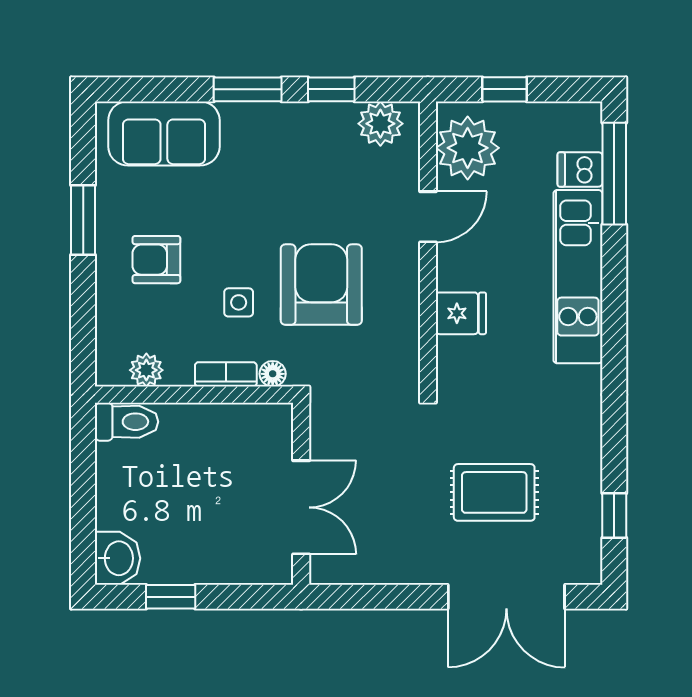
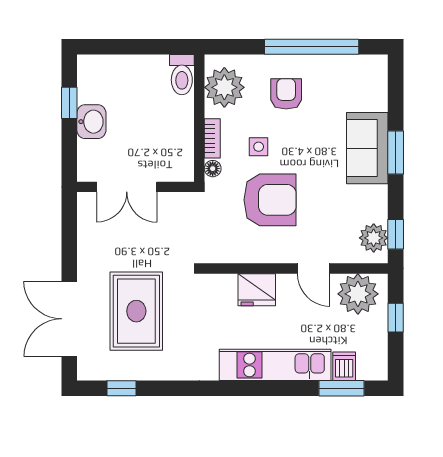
window: (331, 89) -> (396, 234), moved
sofa: (164, 133) -> (367, 148), moved
window: (614, 174) -> (341, 388), width x0.69
window: (83, 220) -> (312, 47), width x2.11
fridge: (461, 313) -> (257, 290), width x1.38
plant: (146, 370) -> (224, 87), width x1.87, depth x1.87
rug: (494, 492) -> (136, 311), width x1.36, depth x1.43
washbasin: (117, 558) -> (91, 122), moved, turned -90

